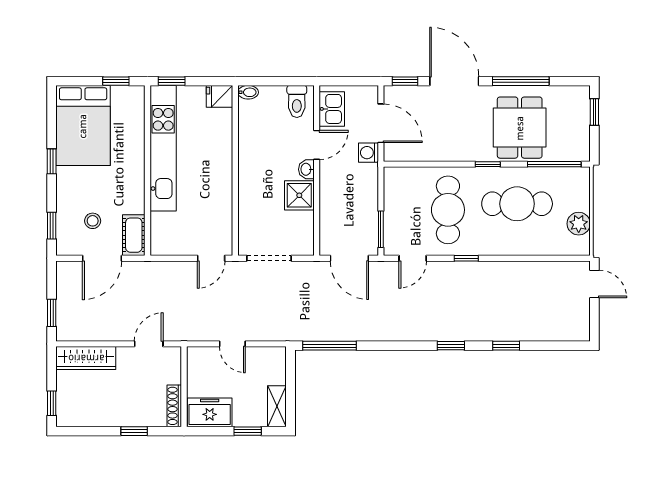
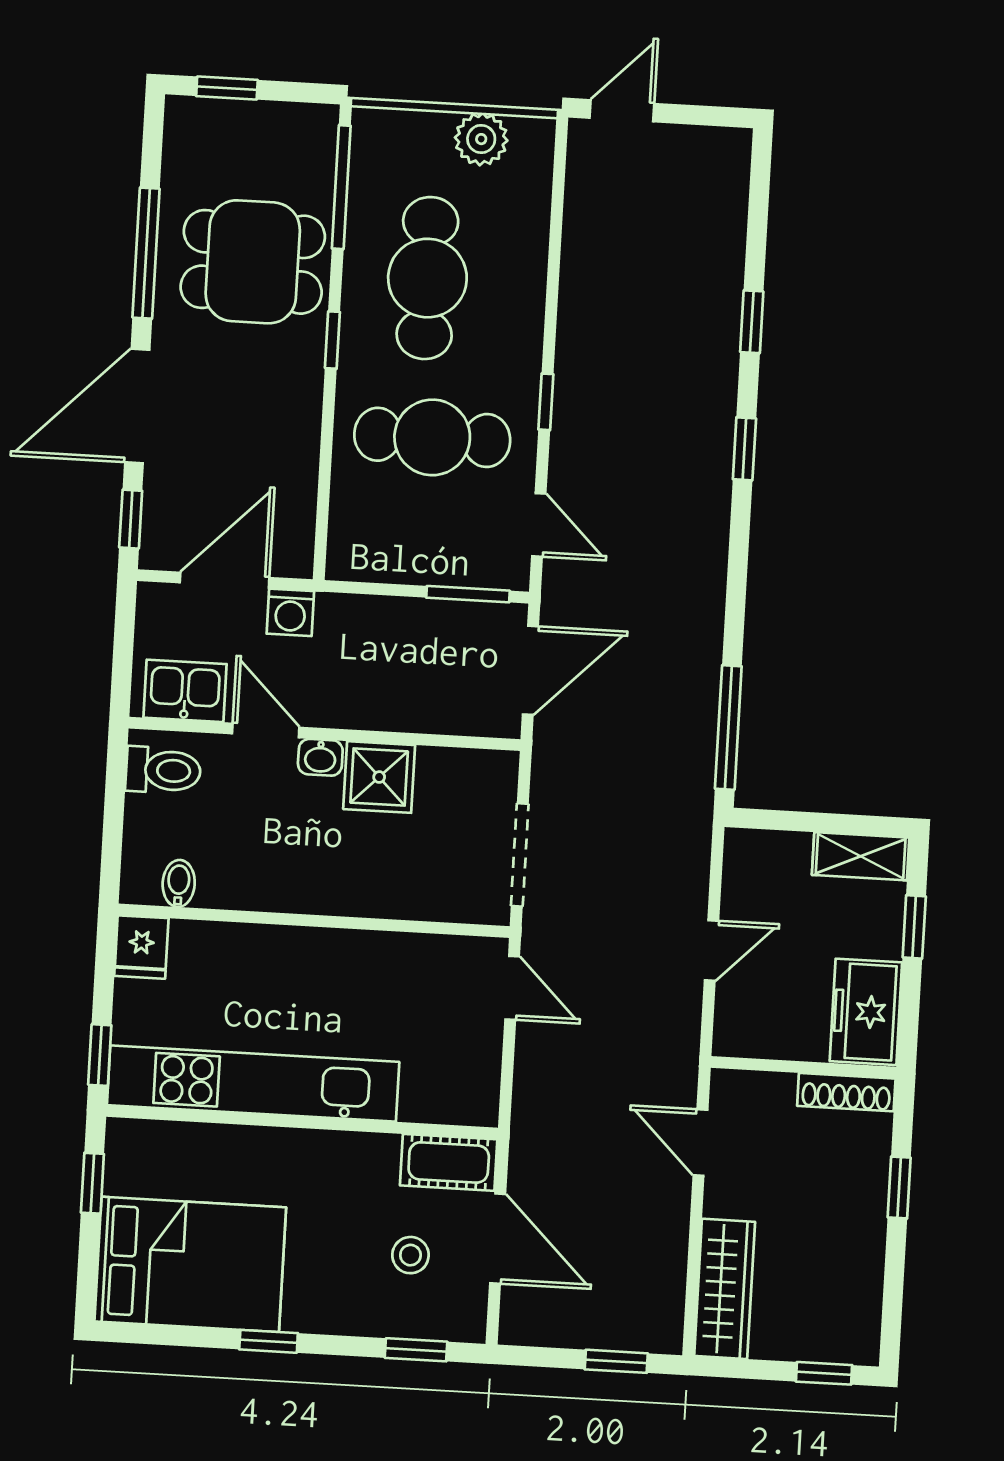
bidet: (248, 92) -> (179, 883), moved

